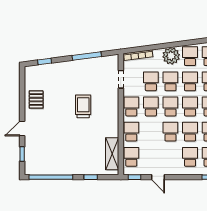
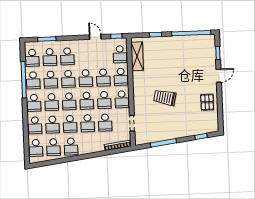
plant: (171, 56) -> (88, 146), removed
trolley: (83, 106) -> (165, 98), turned 103
school desk: (151, 132) -> (103, 77), added

